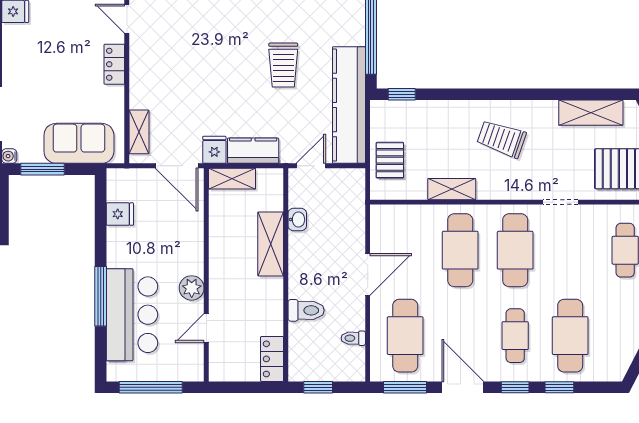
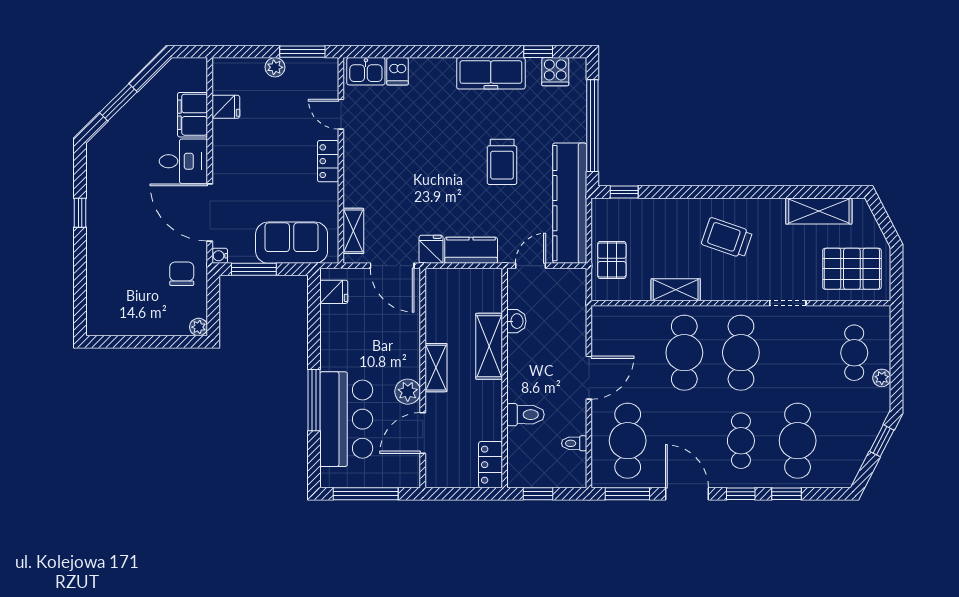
shelving: (232, 179) -> (436, 368), moved, turned 90
fridge: (120, 214) -> (334, 292), moved
door: (206, 328) -> (423, 433), width x1.38

